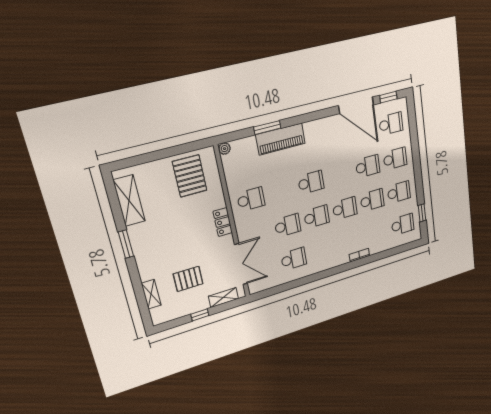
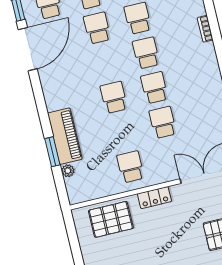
plant: (225, 149) -> (68, 171), moved
pallet: (190, 176) -> (111, 219), moved
school desk: (294, 259) -> (203, 113), removed

